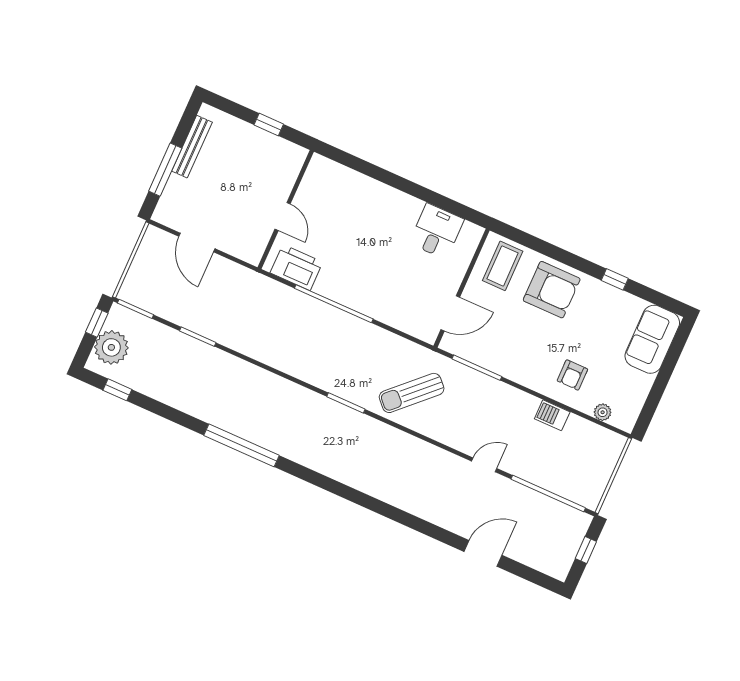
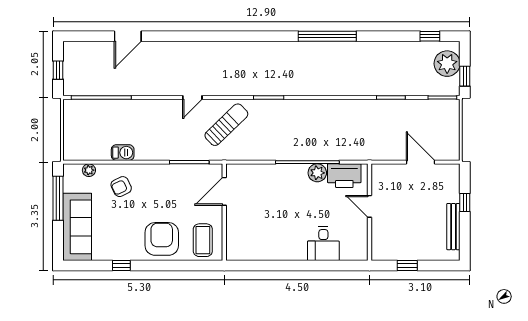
window: (165, 170) -> (465, 203), width x0.46
desk: (437, 231) -> (323, 244), moved
plant: (328, 285) -> (317, 173), added
armchair: (552, 290) -> (162, 239), turned 90
sofa: (652, 339) -> (77, 227), width x1.36
armchair: (572, 375) -> (121, 187), turned -116
window: (655, 395) -> (58, 198), added
door: (484, 465) -> (192, 98), moved

